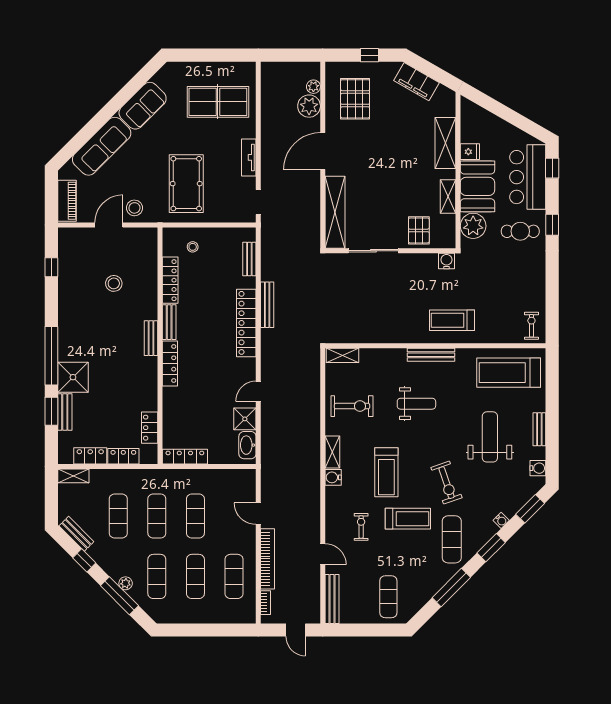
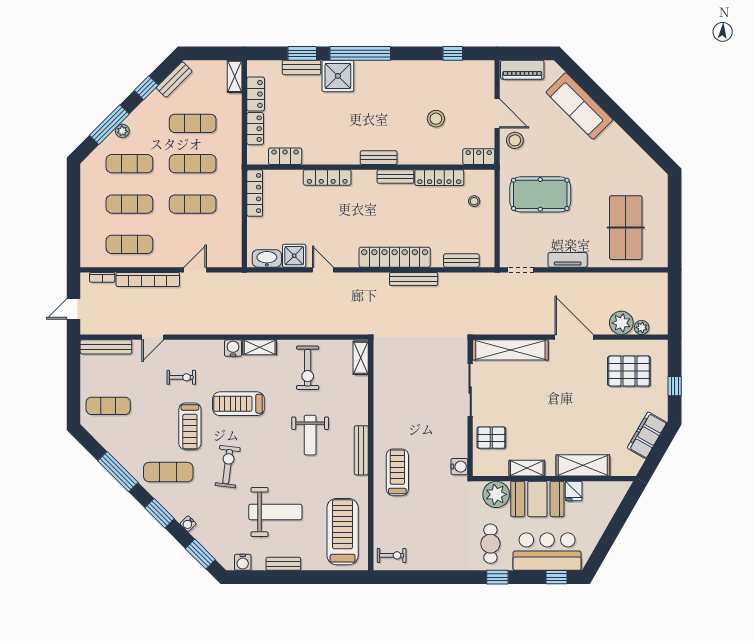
sofa: (143, 106) -> (622, 149), removed
locker: (150, 242) -> (479, 157), added
locker: (170, 363) -> (327, 177), moved
exercise bike: (447, 483) -> (228, 467), turned 116

